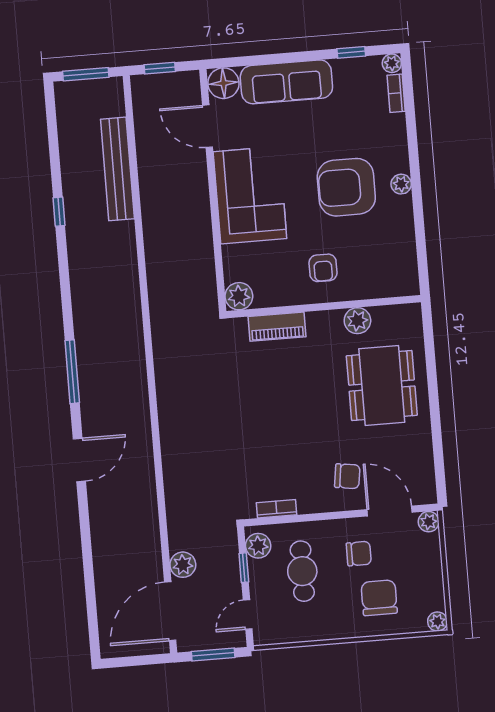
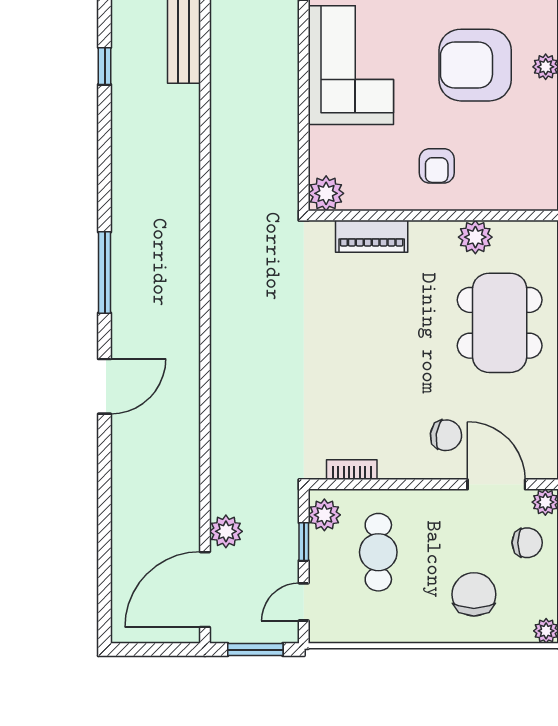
chair: (359, 554) -> (527, 543), moved

